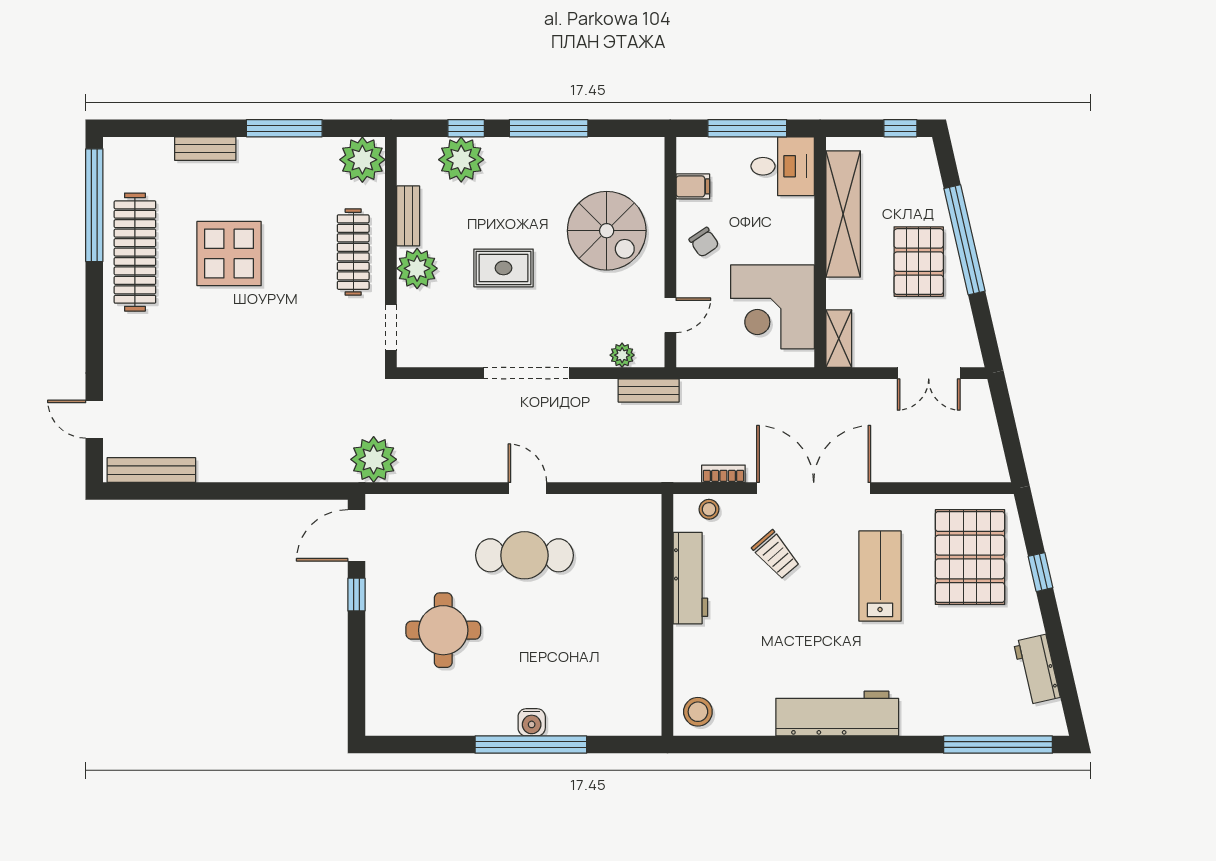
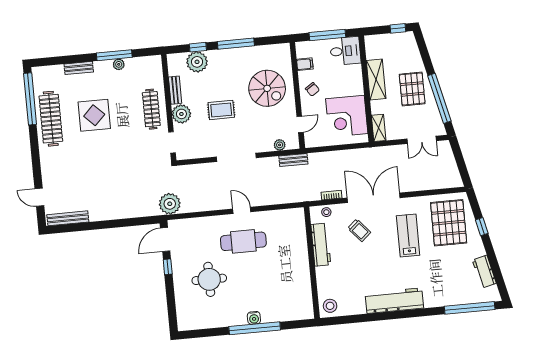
plant: (362, 160) -> (119, 64), moved, width x0.53, depth x0.53
shelving: (843, 214) -> (376, 80), width x0.68
window: (964, 240) -> (439, 98), moved

